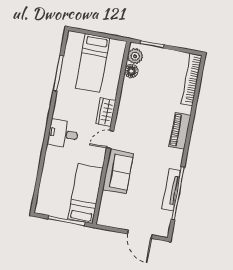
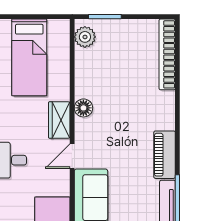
floor lamp: (131, 71) -> (83, 108), moved
piano: (180, 131) -> (165, 155), moved

